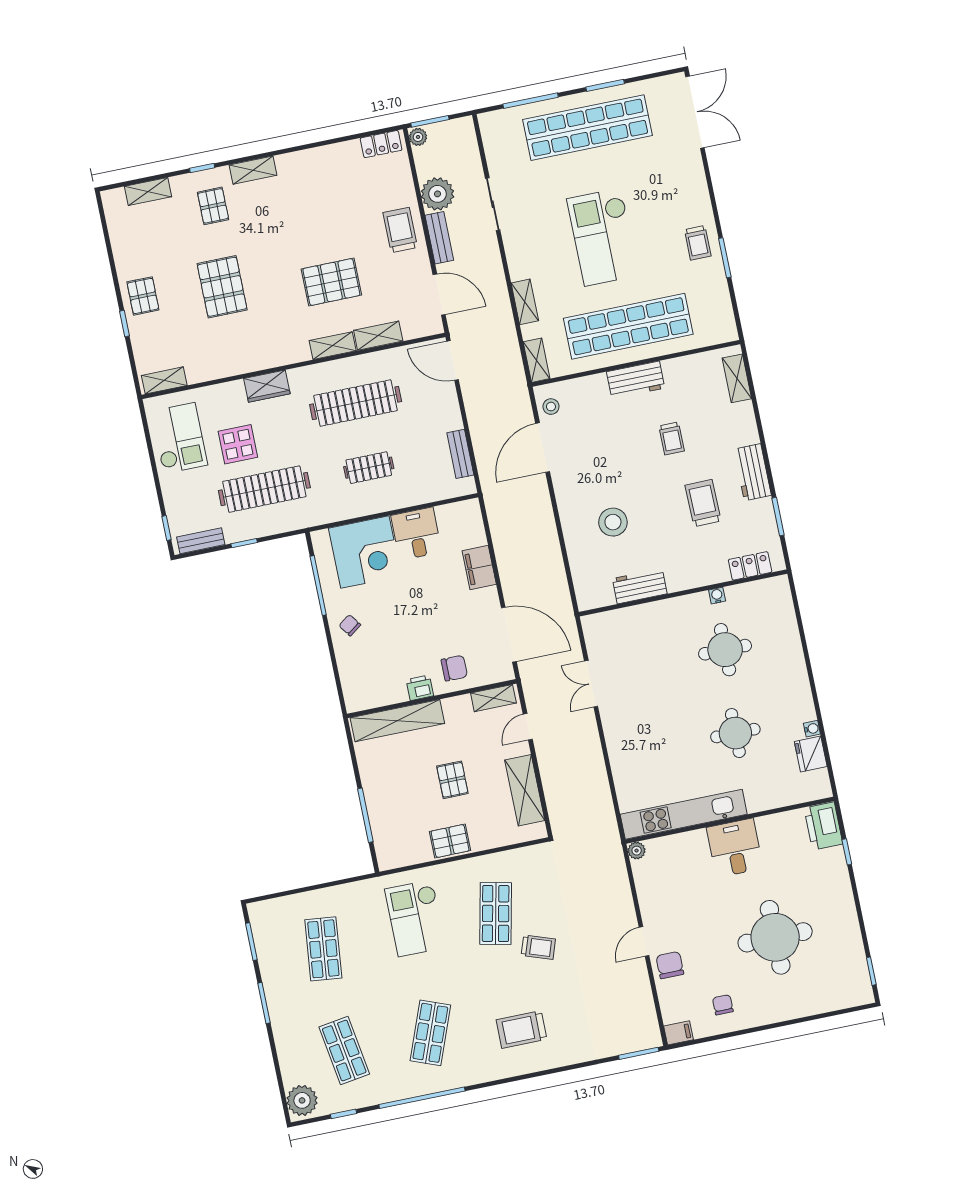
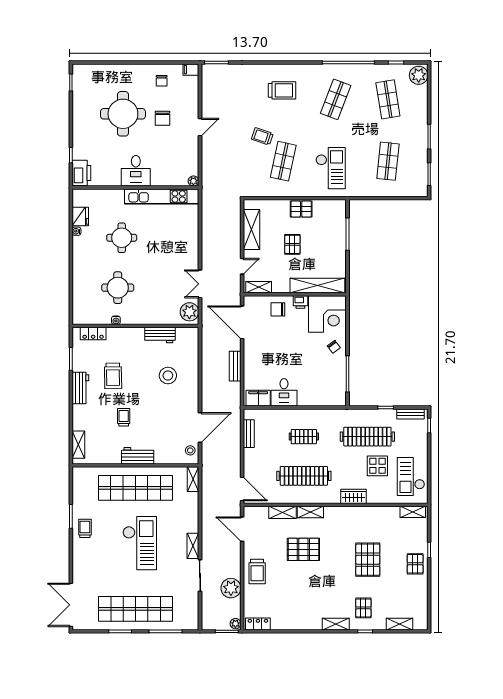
bench: (439, 238) -> (235, 366), moved
shelving: (525, 302) -> (193, 546), moved
corner desk: (365, 552) -> (327, 314), moved, turned 180
filing cabinet: (479, 568) -> (258, 398), moved, turned -90
plant: (599, 634) -> (189, 312), added
double door: (591, 684) -> (200, 284), swing flipped
chair: (670, 965) -> (163, 118), moved

